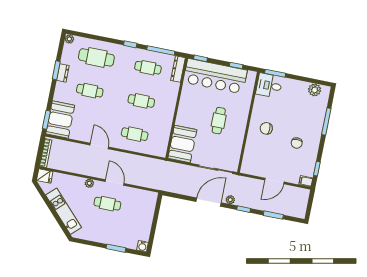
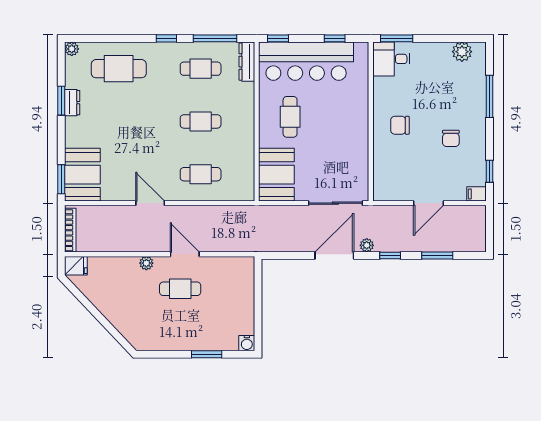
cafe table: (90, 91) -> (119, 121), removed
cafe table: (219, 121) -> (290, 117), moved
kitchen unit: (64, 211) -> (115, 314), removed

